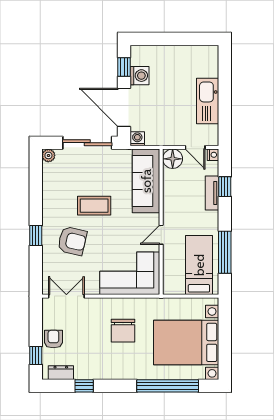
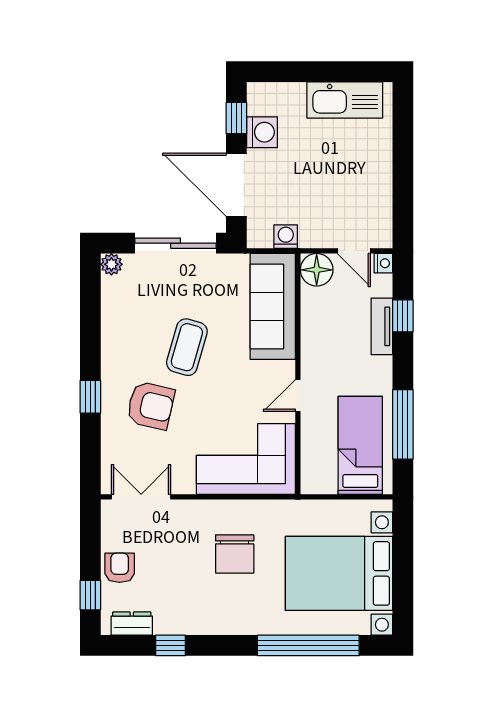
kitchen sink: (208, 101) -> (345, 100), moved, turned -90
washing machine: (137, 139) -> (286, 237), moved
coffee table: (94, 206) -> (187, 347), turned -74

